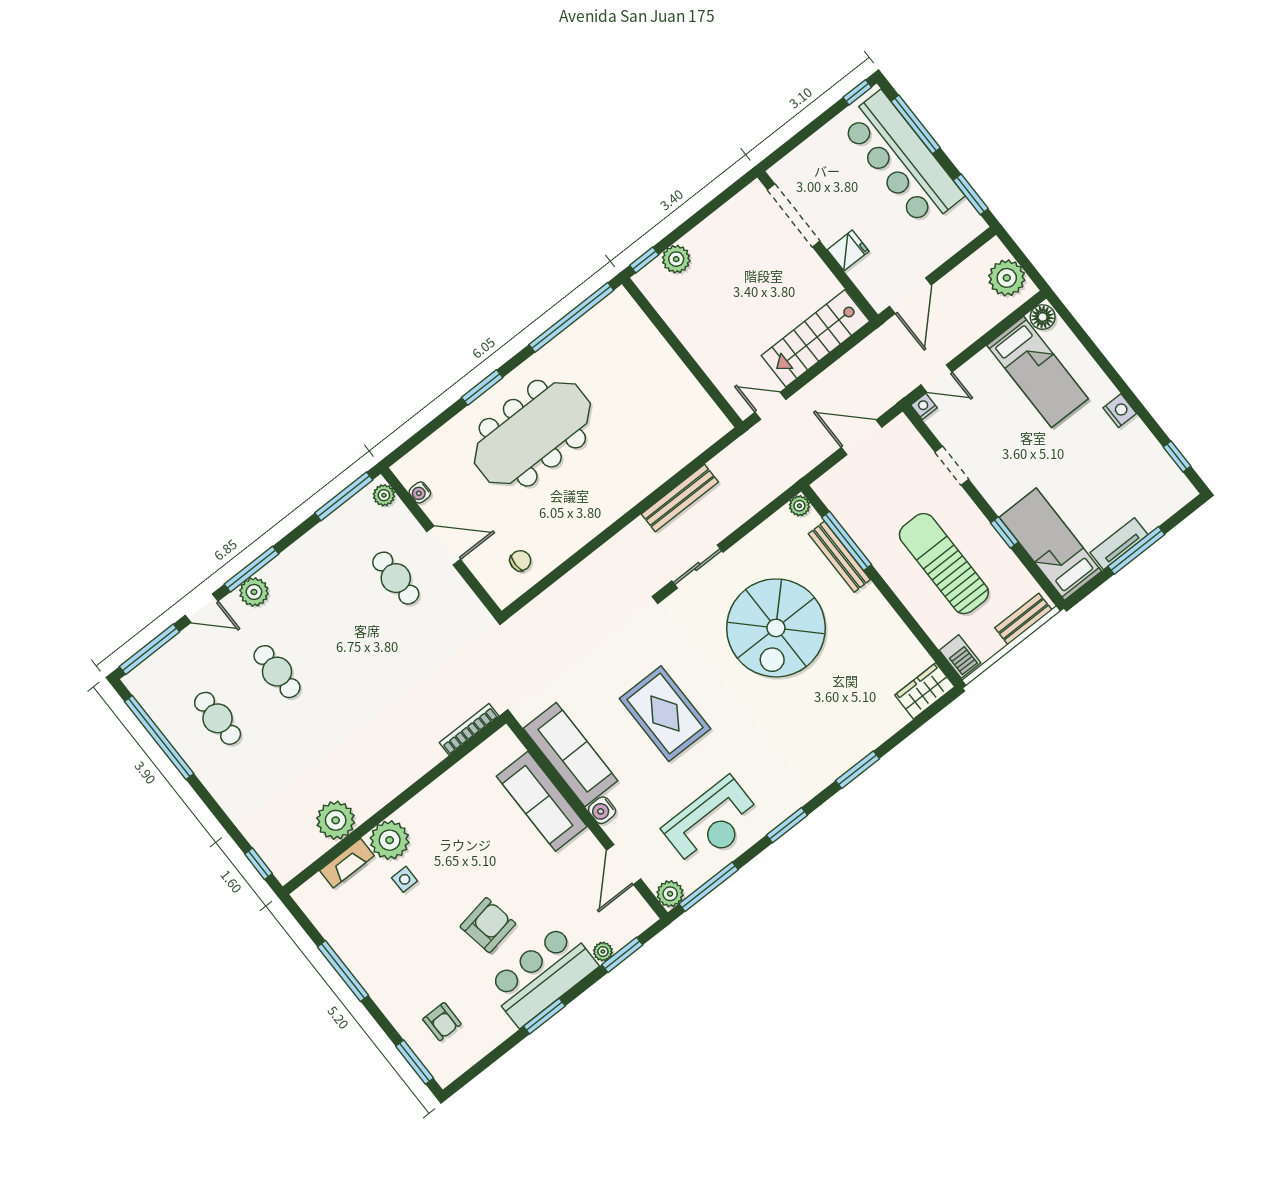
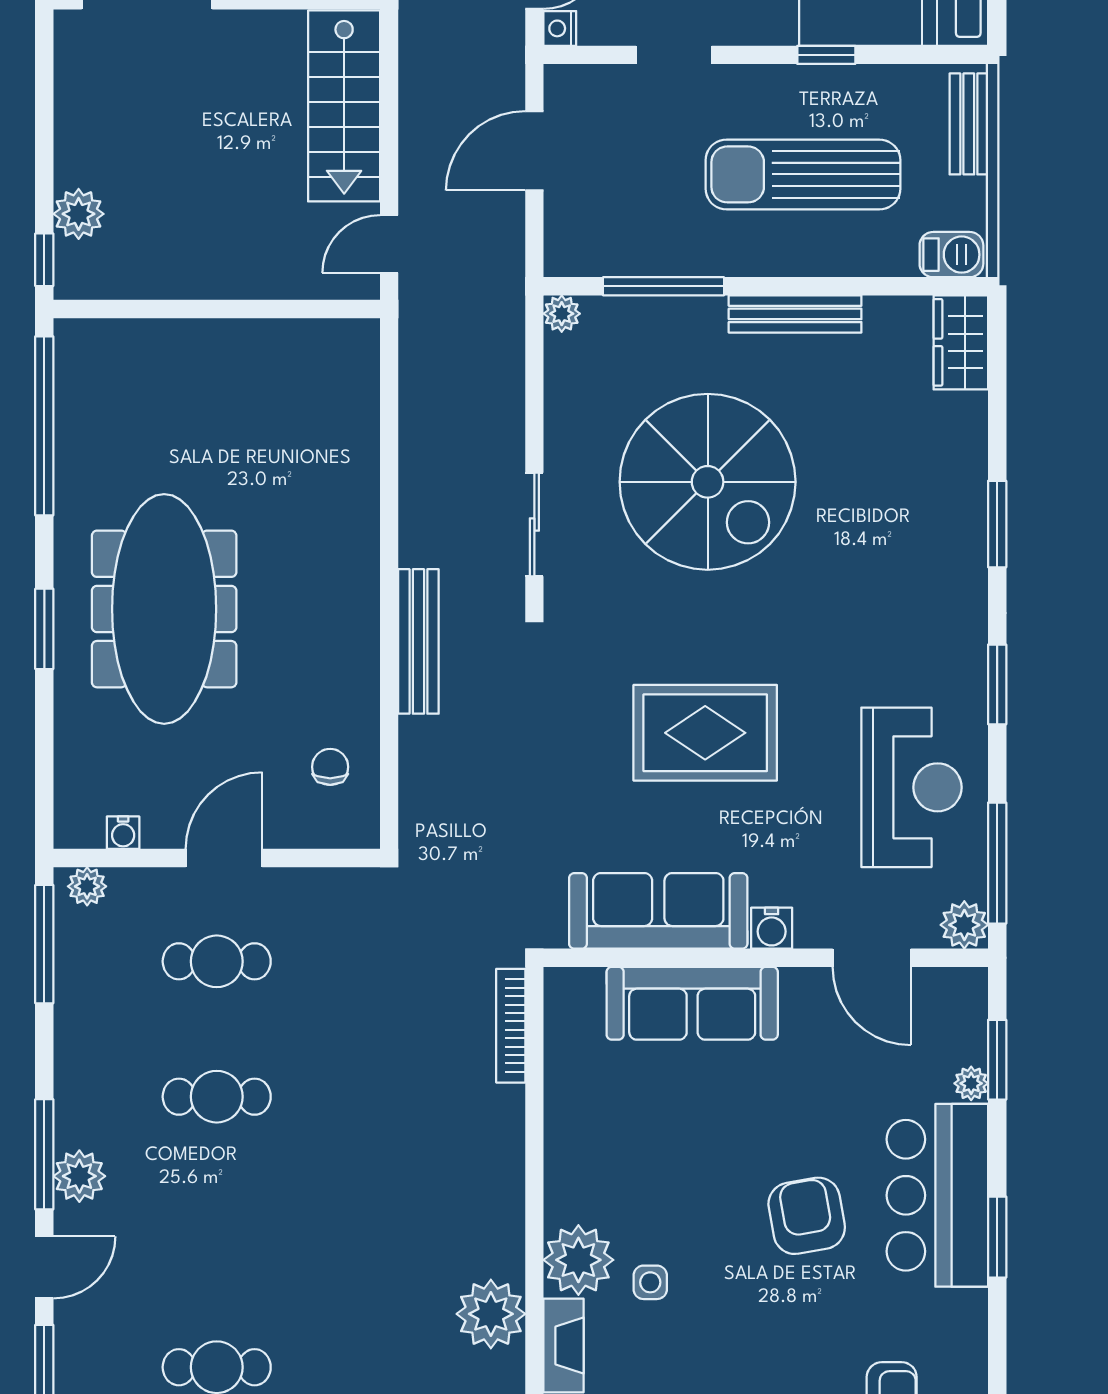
bench: (680, 498) -> (418, 641), moved
bench: (839, 557) -> (795, 314), moved
cafe table: (277, 672) -> (217, 1097), moved

